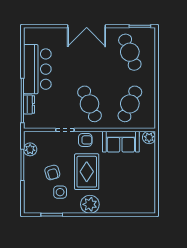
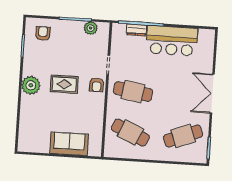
cafe table: (89, 104) -> (133, 92), turned 33
plant: (149, 137) -> (95, 150), removed
sofa: (121, 142) -> (69, 144), moved, turned 90
armchair: (52, 172) -> (43, 33), moved, turned 106
rug: (87, 172) -> (64, 84), width x0.73, depth x0.70
side table: (60, 192) -> (45, 56), removed

